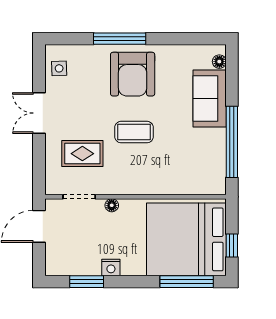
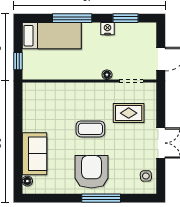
window: (232, 142) -> (18, 122), removed
bed: (186, 239) -> (52, 36), width x0.49
window: (232, 246) -> (18, 61), moved
window: (187, 282) -> (72, 18), moved

